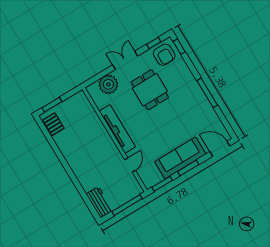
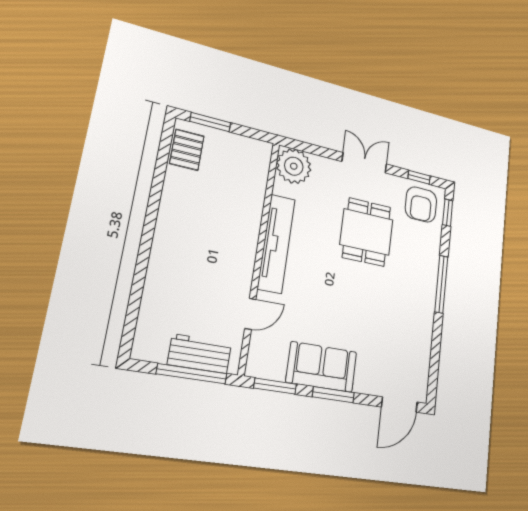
plant: (108, 84) -> (294, 166), moved
window: (207, 93) -> (441, 284), moved
door: (220, 149) -> (399, 404), swing flipped
sofa: (180, 158) -> (322, 367), width x0.73
workbench: (100, 202) -> (200, 354), moved, turned -90

